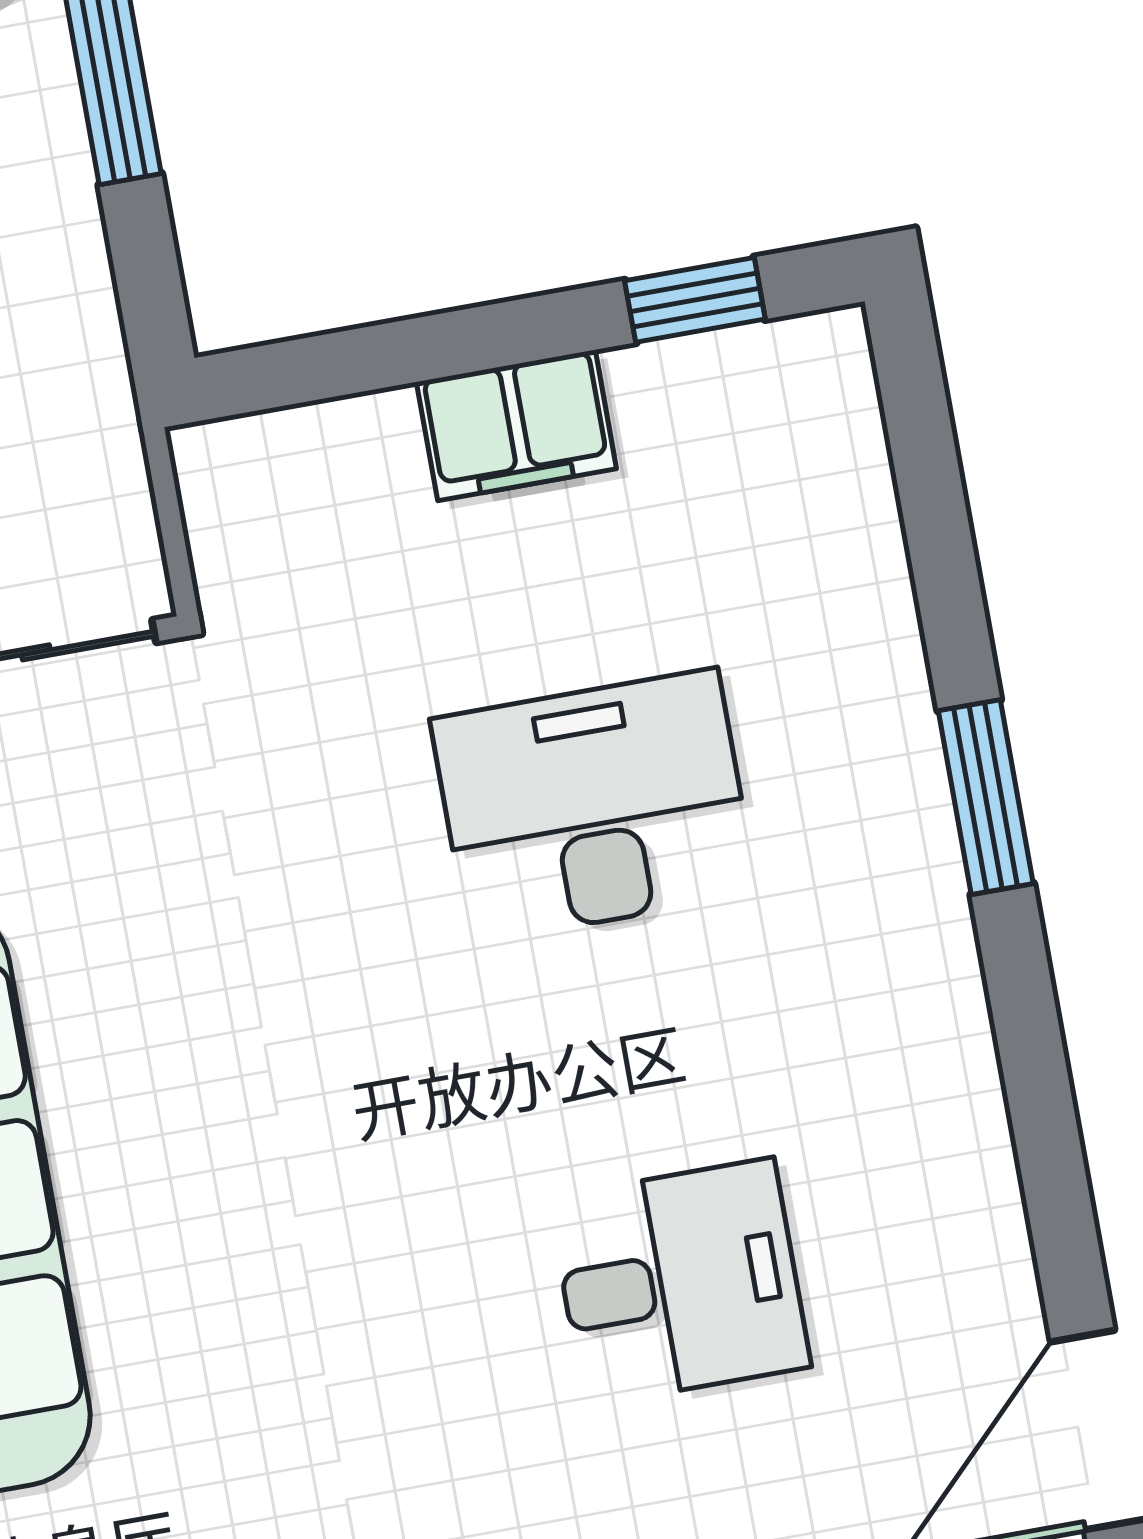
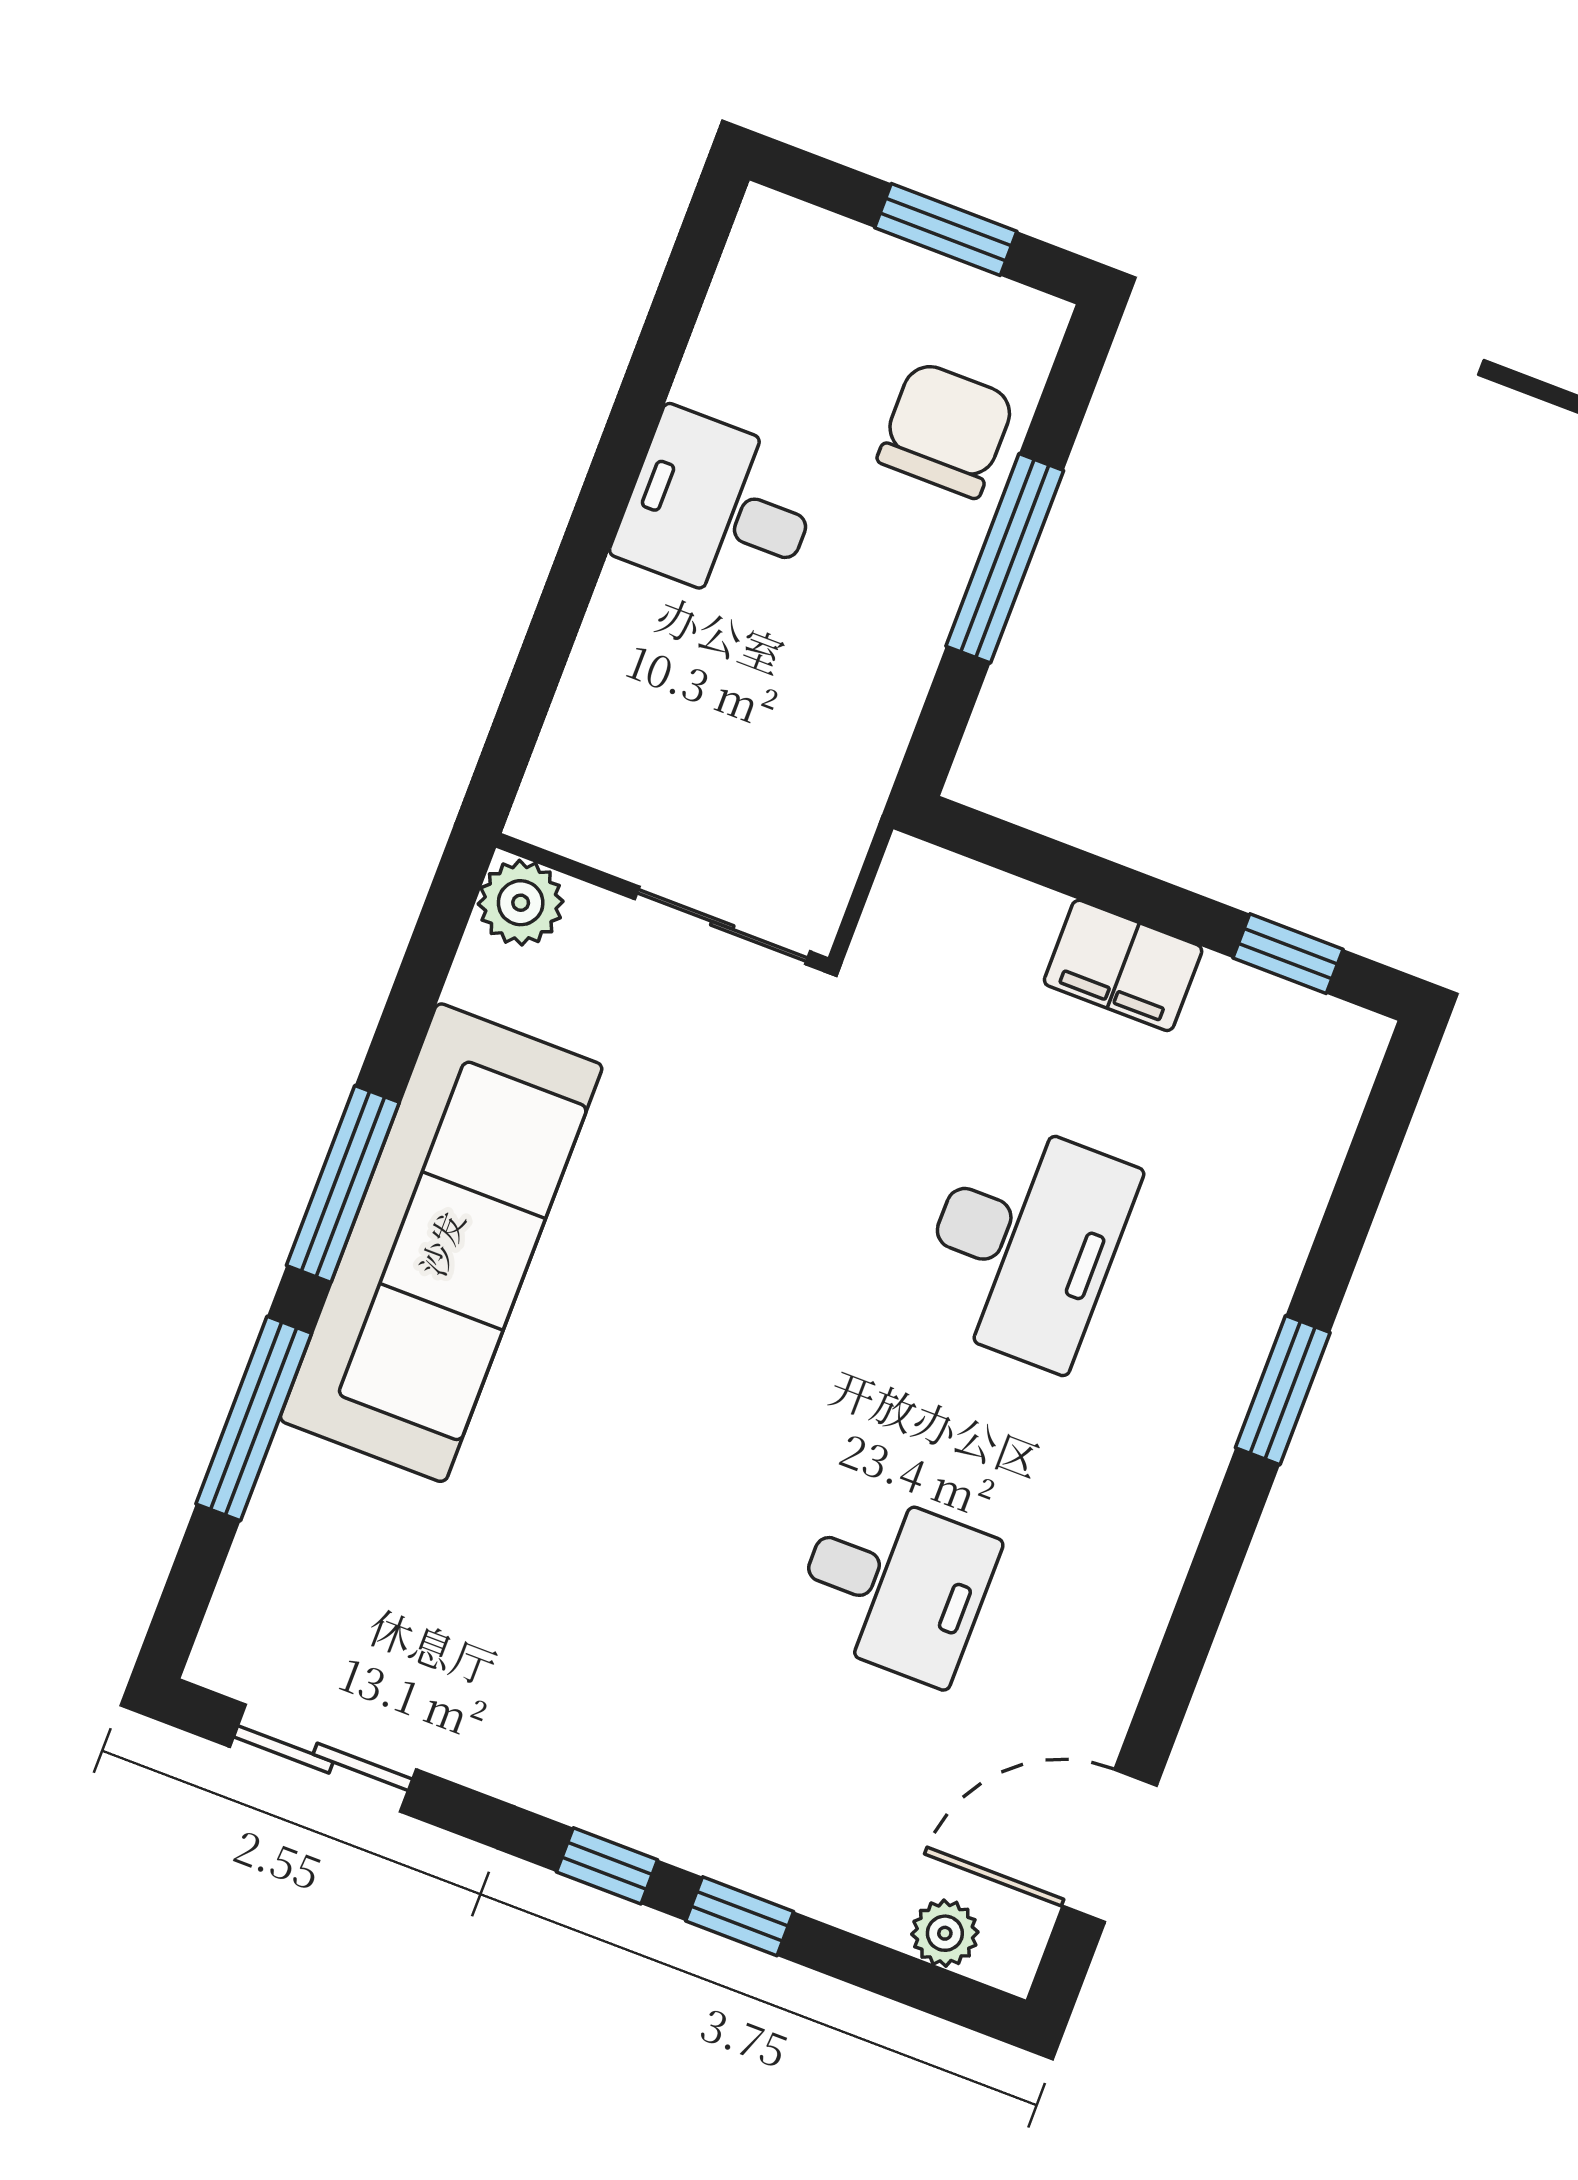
desk: (594, 806) -> (1025, 1243), turned 90

